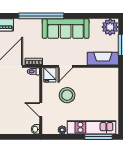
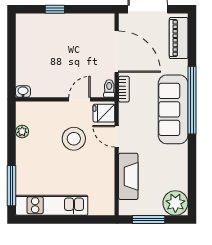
sofa: (66, 29) -> (173, 109), moved
fireplace: (103, 59) -> (128, 176), moved
door: (41, 110) -> (80, 99), moved
kitchen unit: (92, 127) -> (52, 205), moved, turned -90

